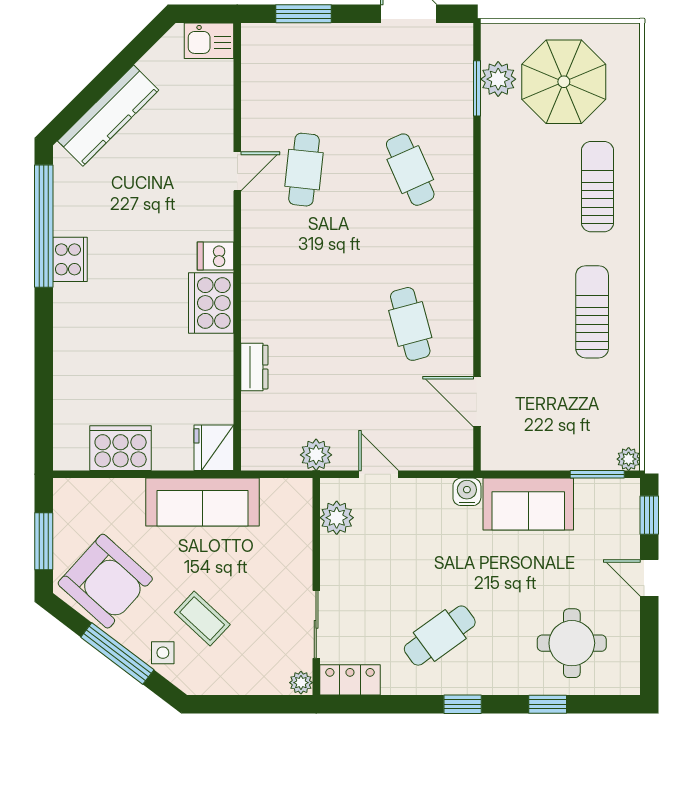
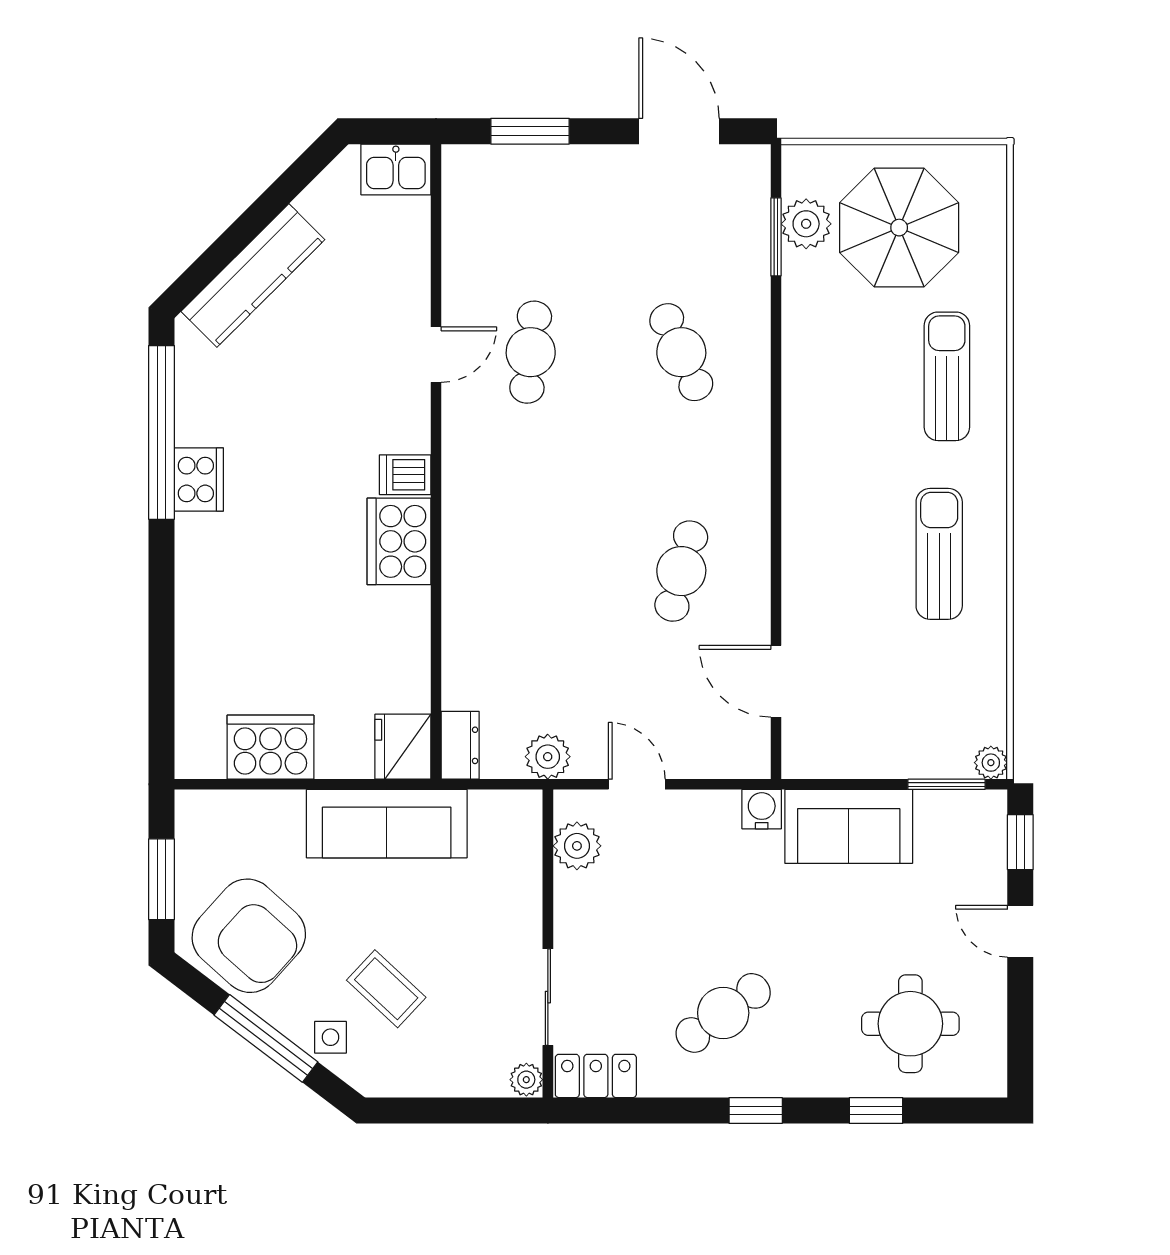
cafe table: (410, 324) -> (681, 571), turned 30
dresser: (254, 367) -> (460, 745), moved

